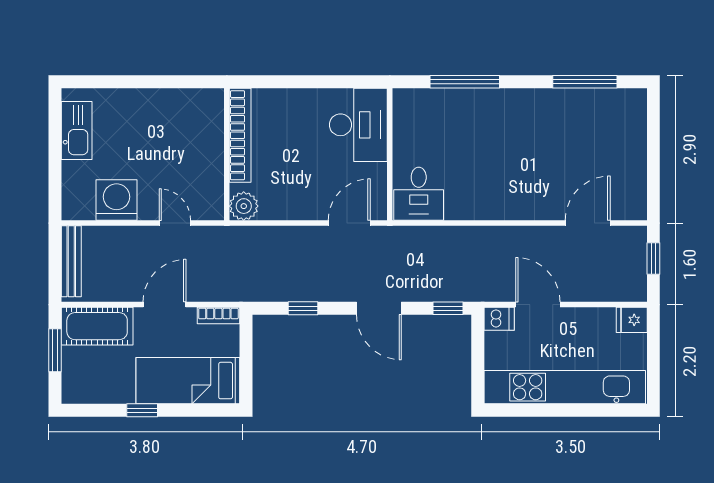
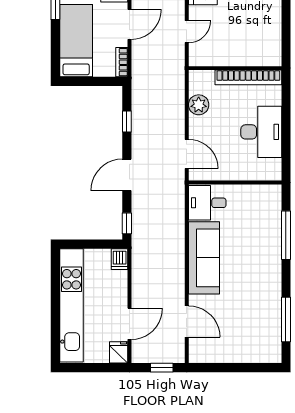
desk: (358, 125) -> (261, 132), moved, turned -90
sofa: (497, 199) -> (204, 258), added
plant: (244, 206) -> (199, 105), moved
door: (165, 305) -> (130, 24), hinge flipped
door: (538, 305) -> (130, 324), moved

